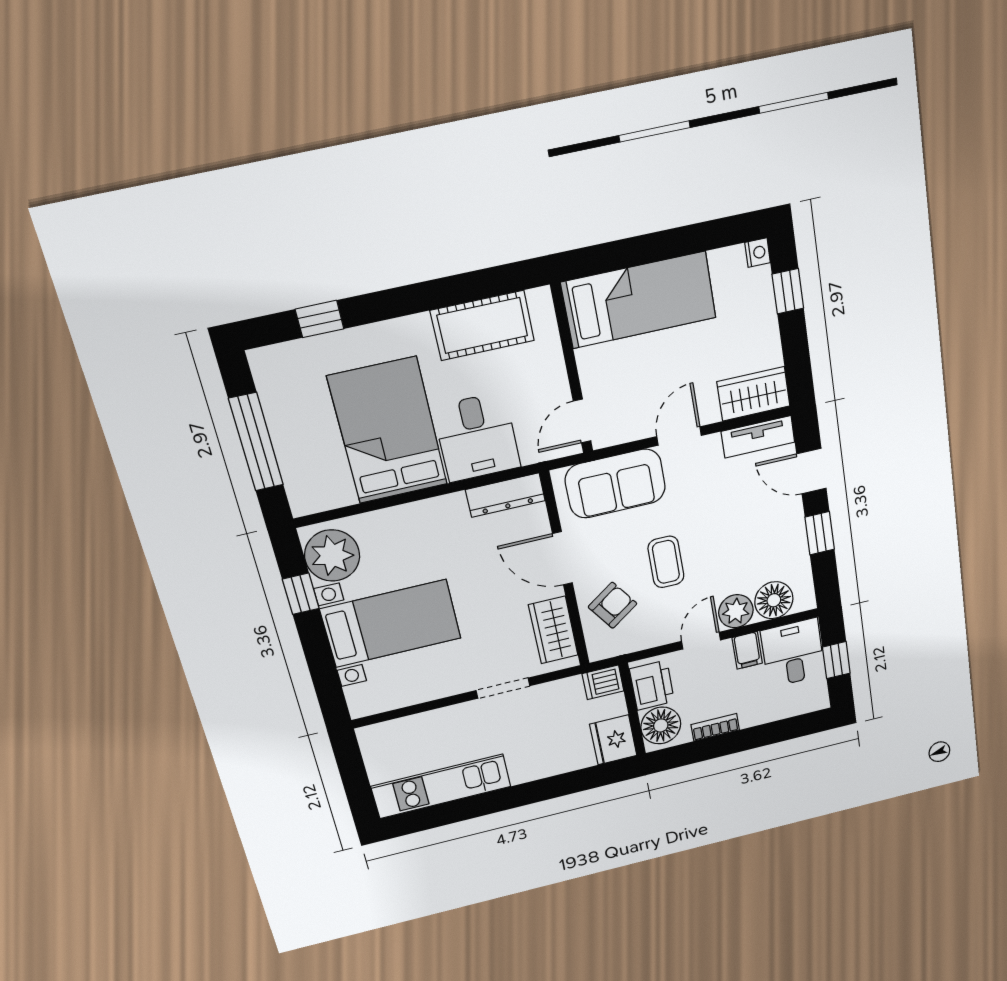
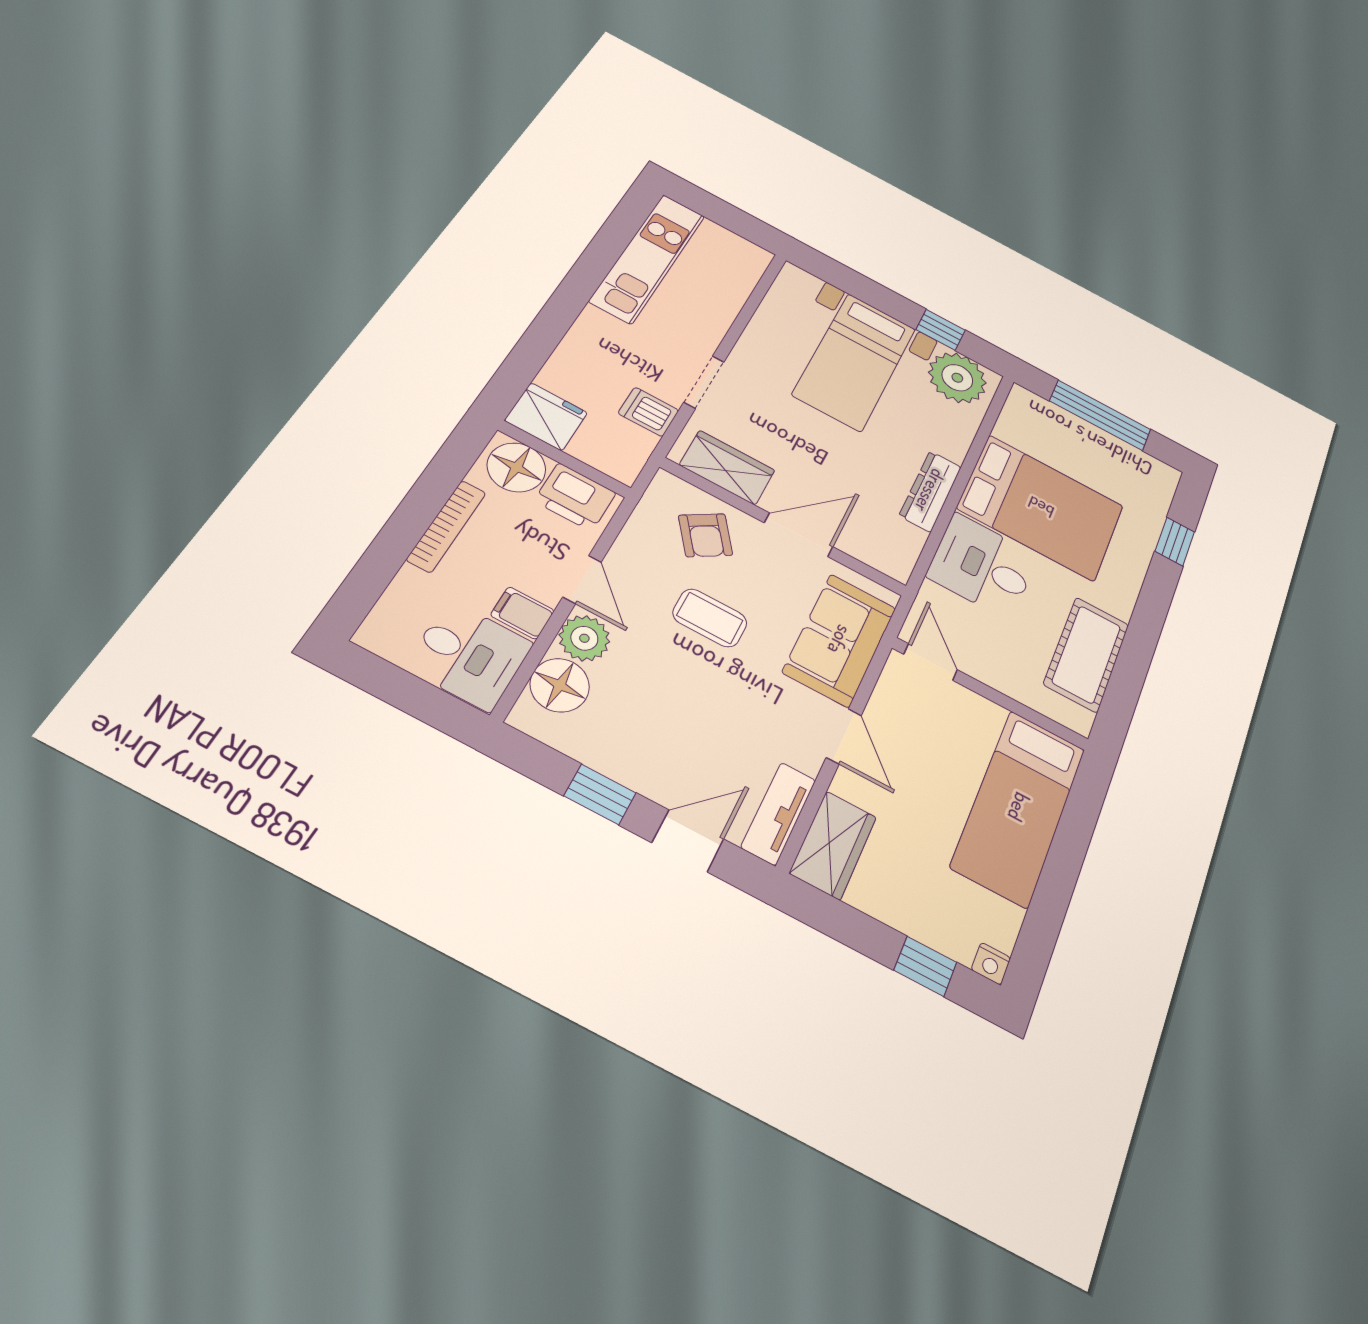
dresser: (505, 495) -> (930, 491), moved
window: (836, 660) -> (409, 693), removed
dishwasher: (603, 682) -> (649, 412), moved, turned -90
bookcase: (715, 727) -> (446, 526), width x1.56

